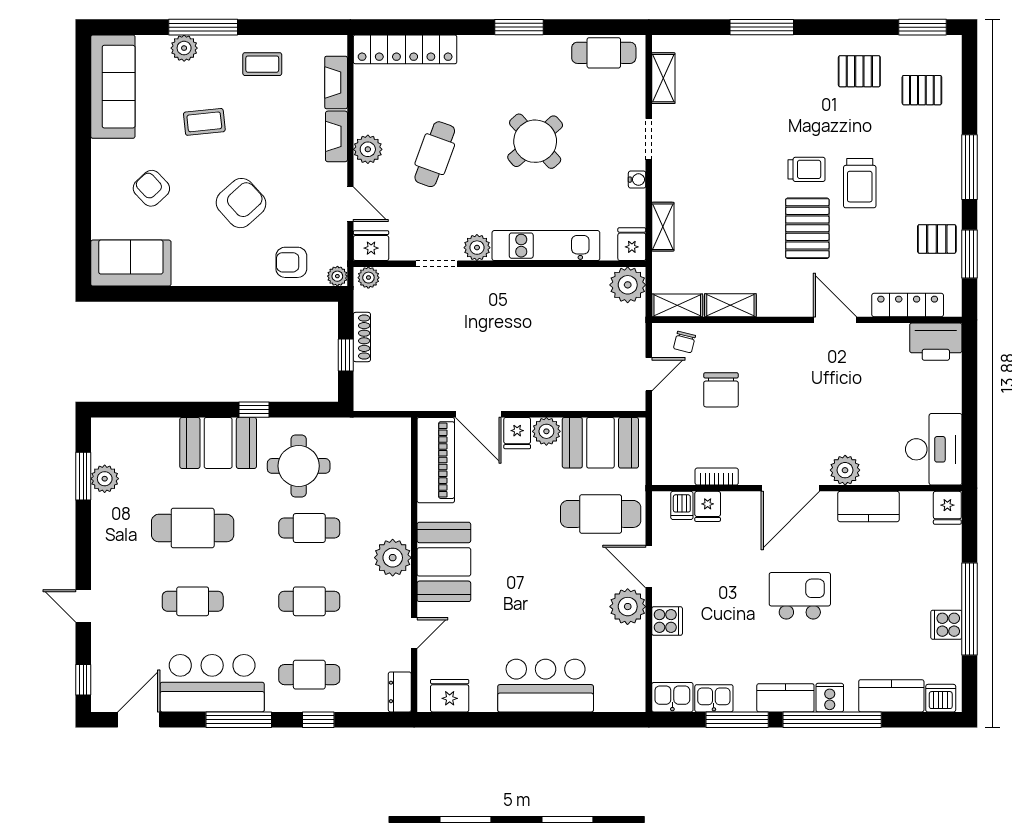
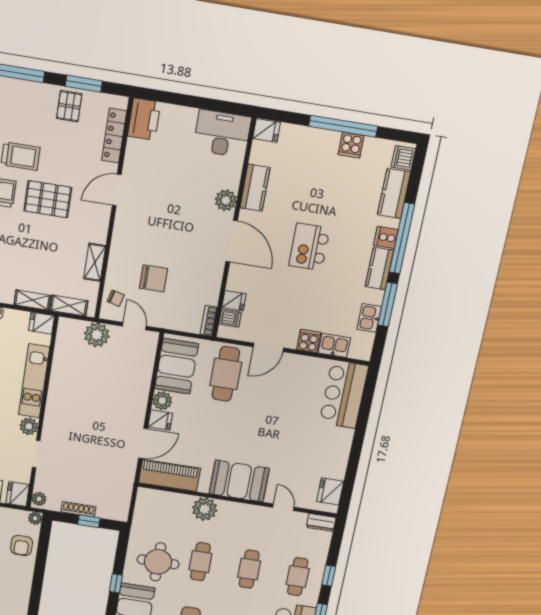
plant: (628, 285) -> (97, 335), moved
shelving: (677, 305) -> (69, 306), moved, turned 90
bookcase: (717, 477) -> (209, 321), moved
plant: (393, 558) -> (205, 509), moved
plant: (628, 607) -> (293, 366), removed
bar counter: (546, 686) -> (344, 394), moved
kitchen sink: (672, 697) -> (334, 345), moved, turned 90

